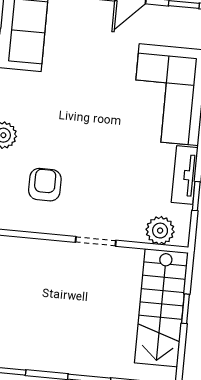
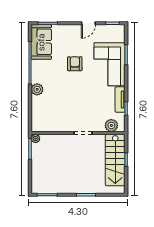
armchair: (45, 185) -> (75, 64), moved

